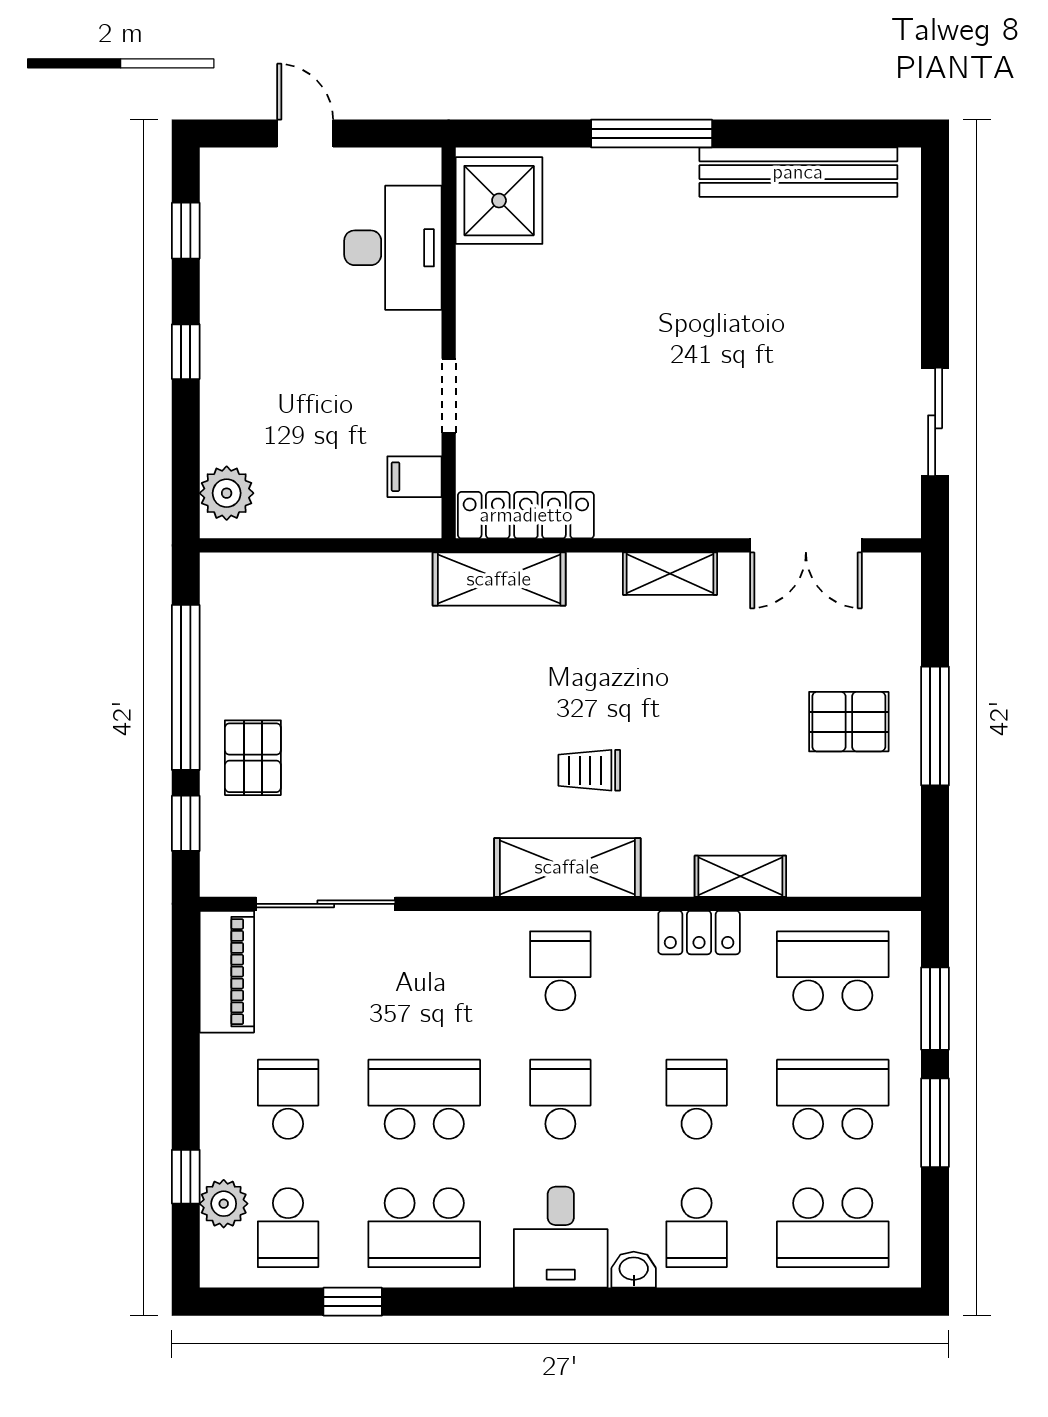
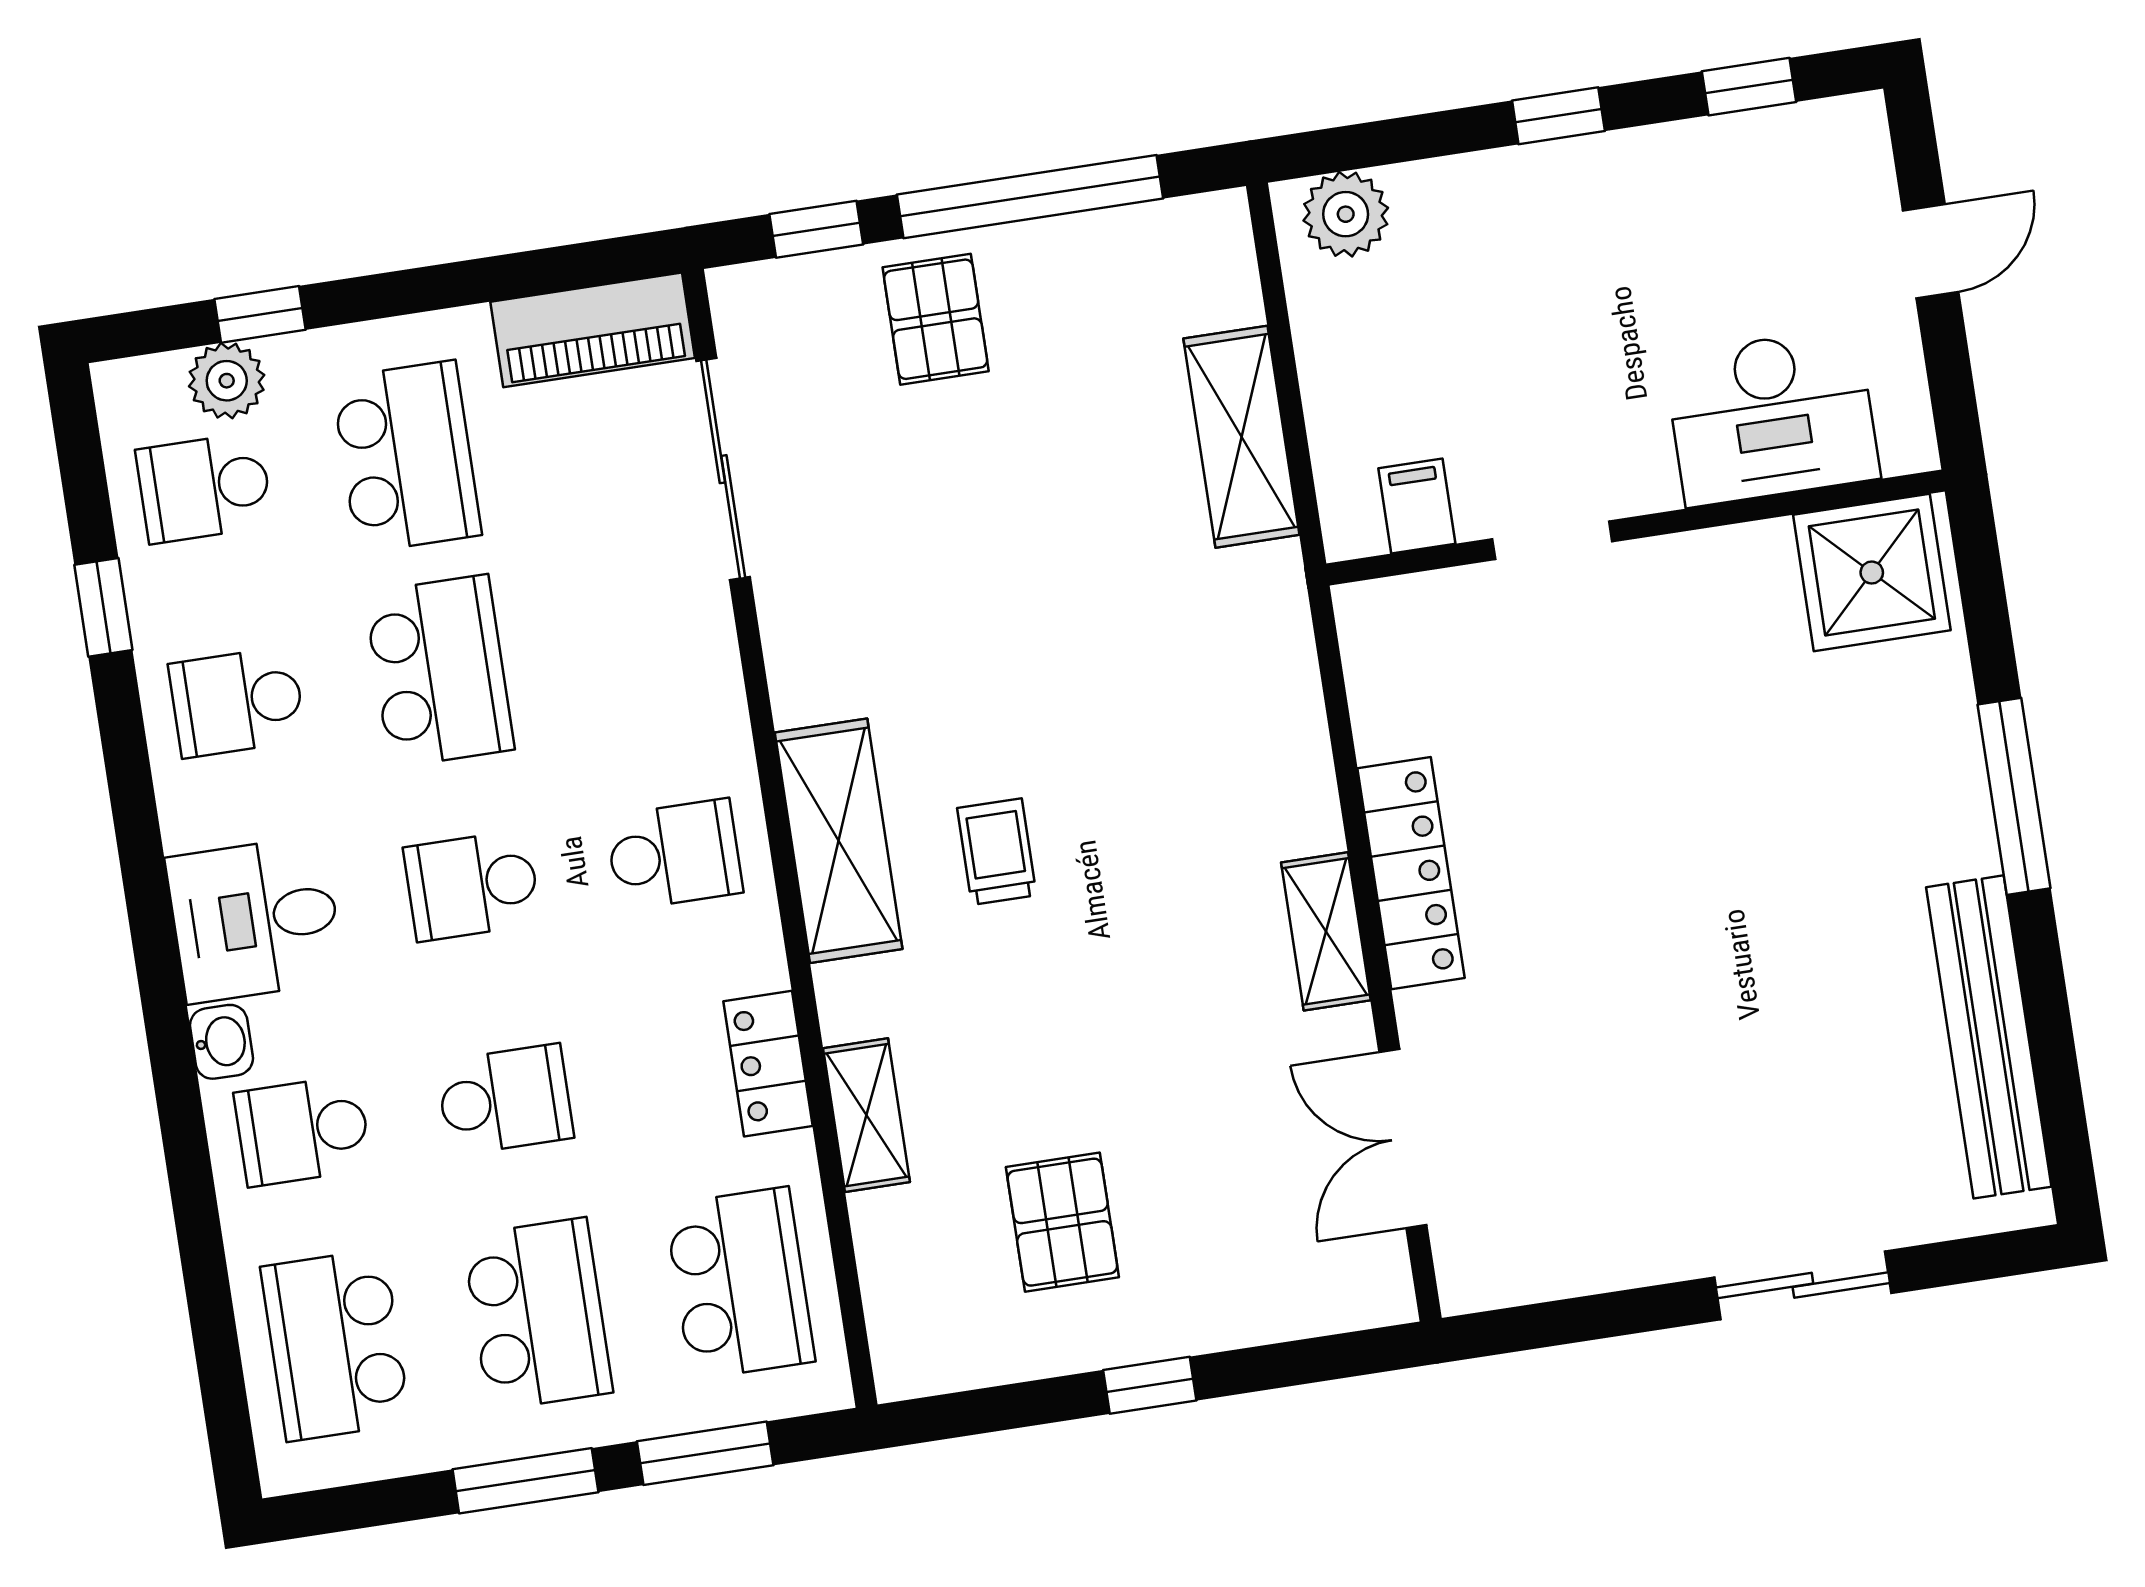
sliding door: (935, 422) -> (1803, 1285), moved
locker: (526, 515) -> (1411, 873), moved
shelving: (499, 579) -> (1241, 437), moved
pallet: (849, 722) -> (1062, 1222), moved
window: (935, 726) -> (1150, 1385), width x0.46
pallet: (253, 758) -> (936, 319), turned 90
school desk: (288, 1099) -> (406, 457), width x1.85
school desk: (560, 1099) -> (472, 885), turned 180
school desk: (424, 1228) -> (237, 702), width x0.54

